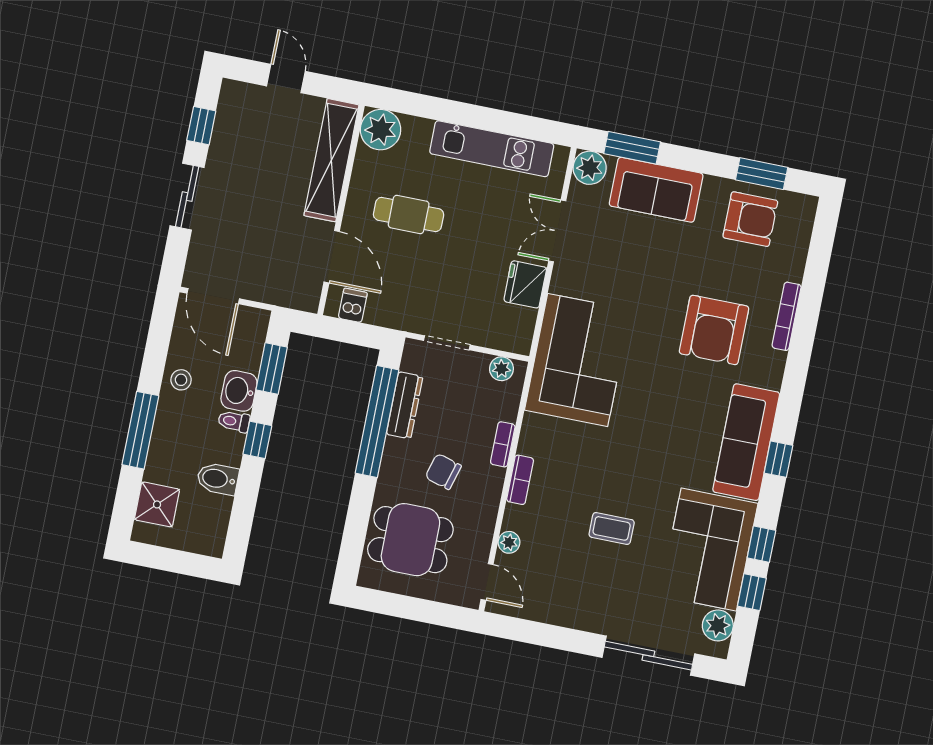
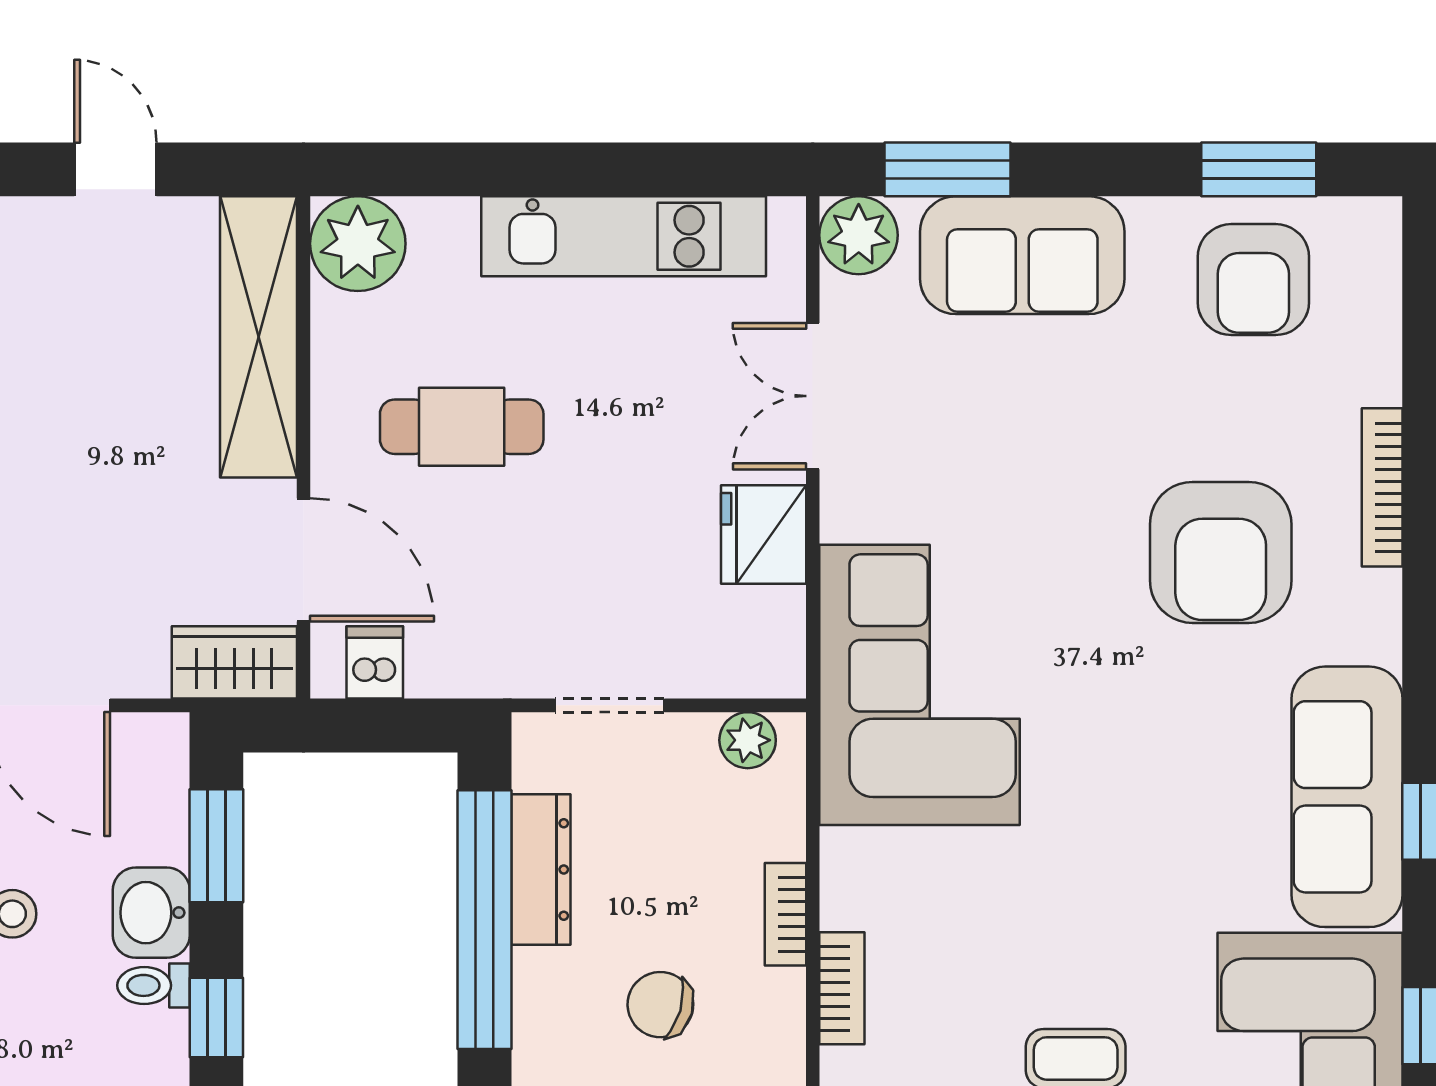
armchair: (750, 219) -> (1253, 280), turned 90
wardrobe: (294, 294) -> (234, 662), added

